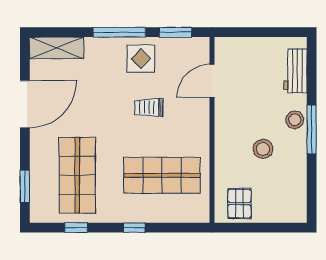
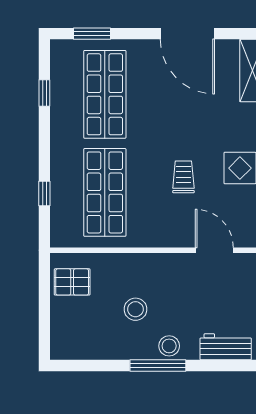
shop shelf: (77, 175) -> (105, 94), turned 90
window: (134, 228) -> (44, 193), moved

